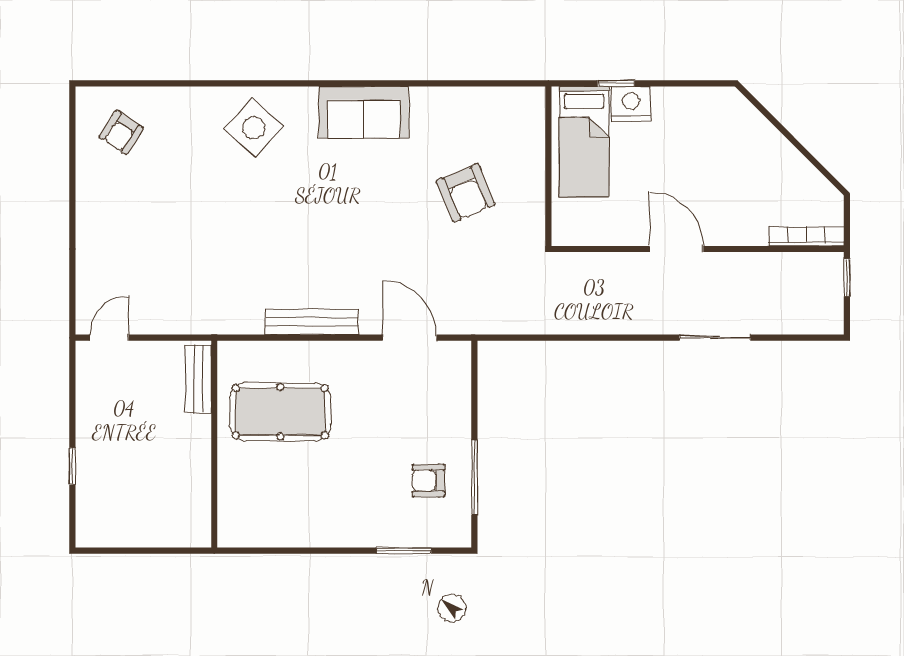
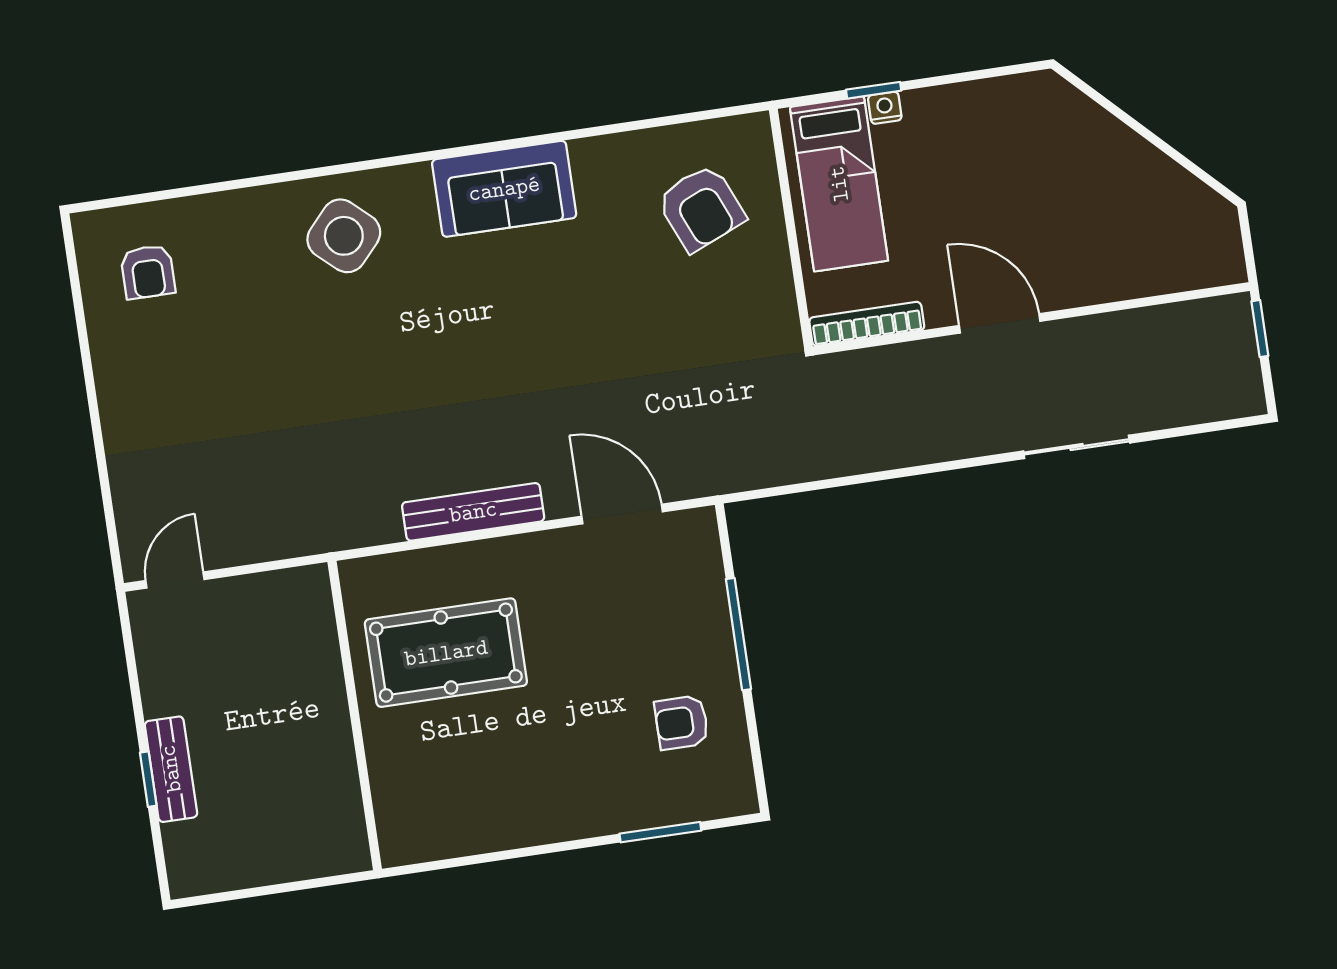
nightstand: (631, 104) -> (885, 108), width x0.53, depth x0.56
armchair: (121, 132) -> (148, 272), turned -33
armchair: (466, 193) -> (701, 208), moved
bookcase: (806, 236) -> (867, 324), moved
bench: (198, 379) -> (171, 769), moved
window: (474, 478) -> (738, 634), moved

